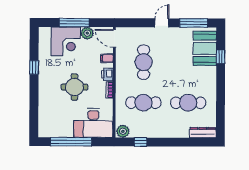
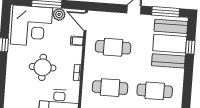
corner desk: (66, 41) -> (31, 26), width x1.36, depth x1.36
booth: (205, 48) -> (170, 44), width x1.36, depth x1.42
cafe table: (144, 62) -> (113, 47), turned 90
printer: (107, 75) -> (76, 57), removed

